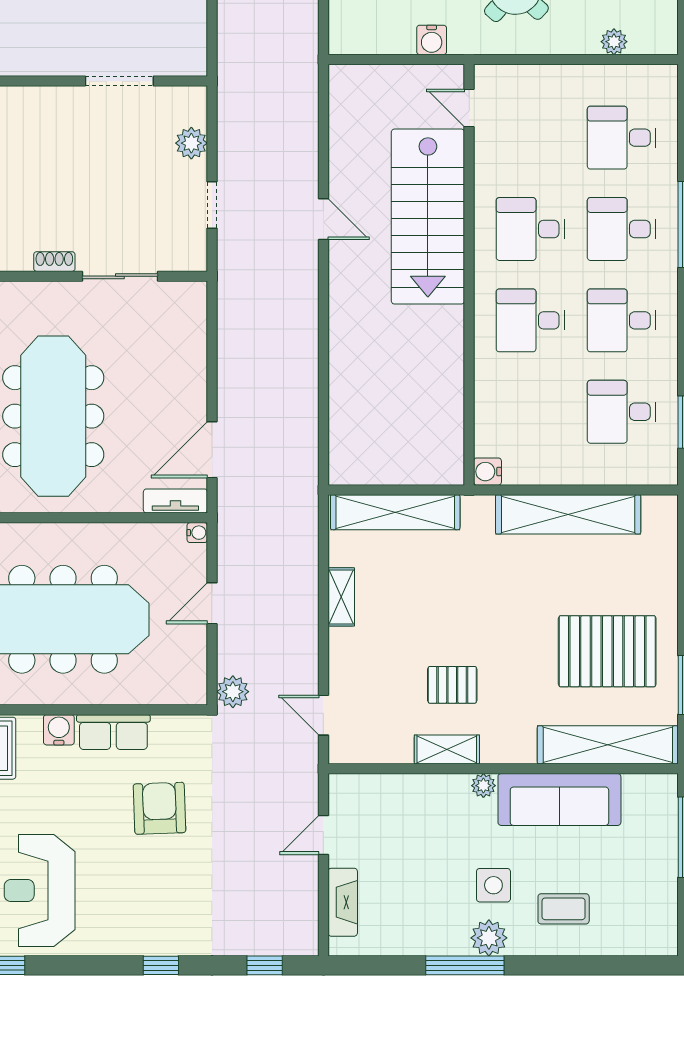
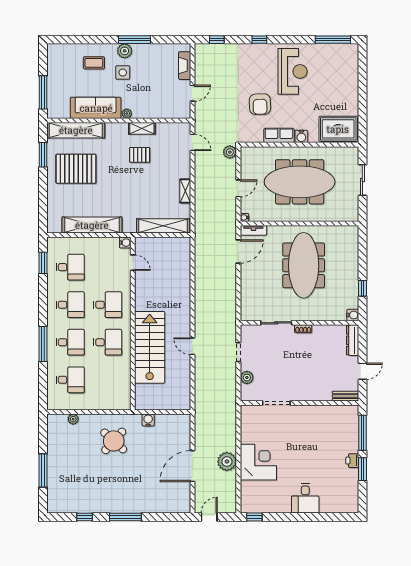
door: (469, 108) -> (133, 263), moved
reception desk: (40, 891) -> (293, 71), moved

